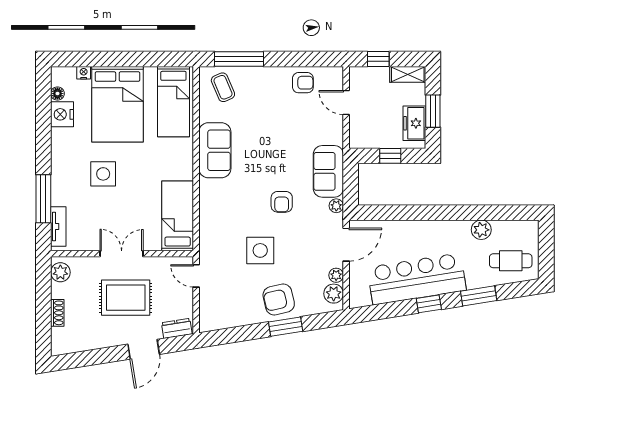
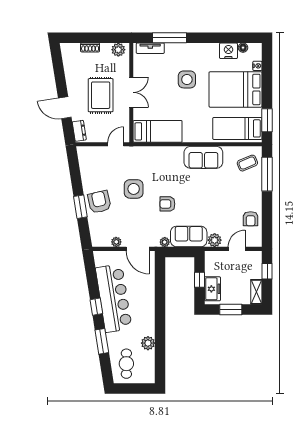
window: (162, 59) -> (267, 120), added
freezer: (414, 123) -> (212, 289), moved, turned 90
plant: (334, 294) -> (215, 240), moved

